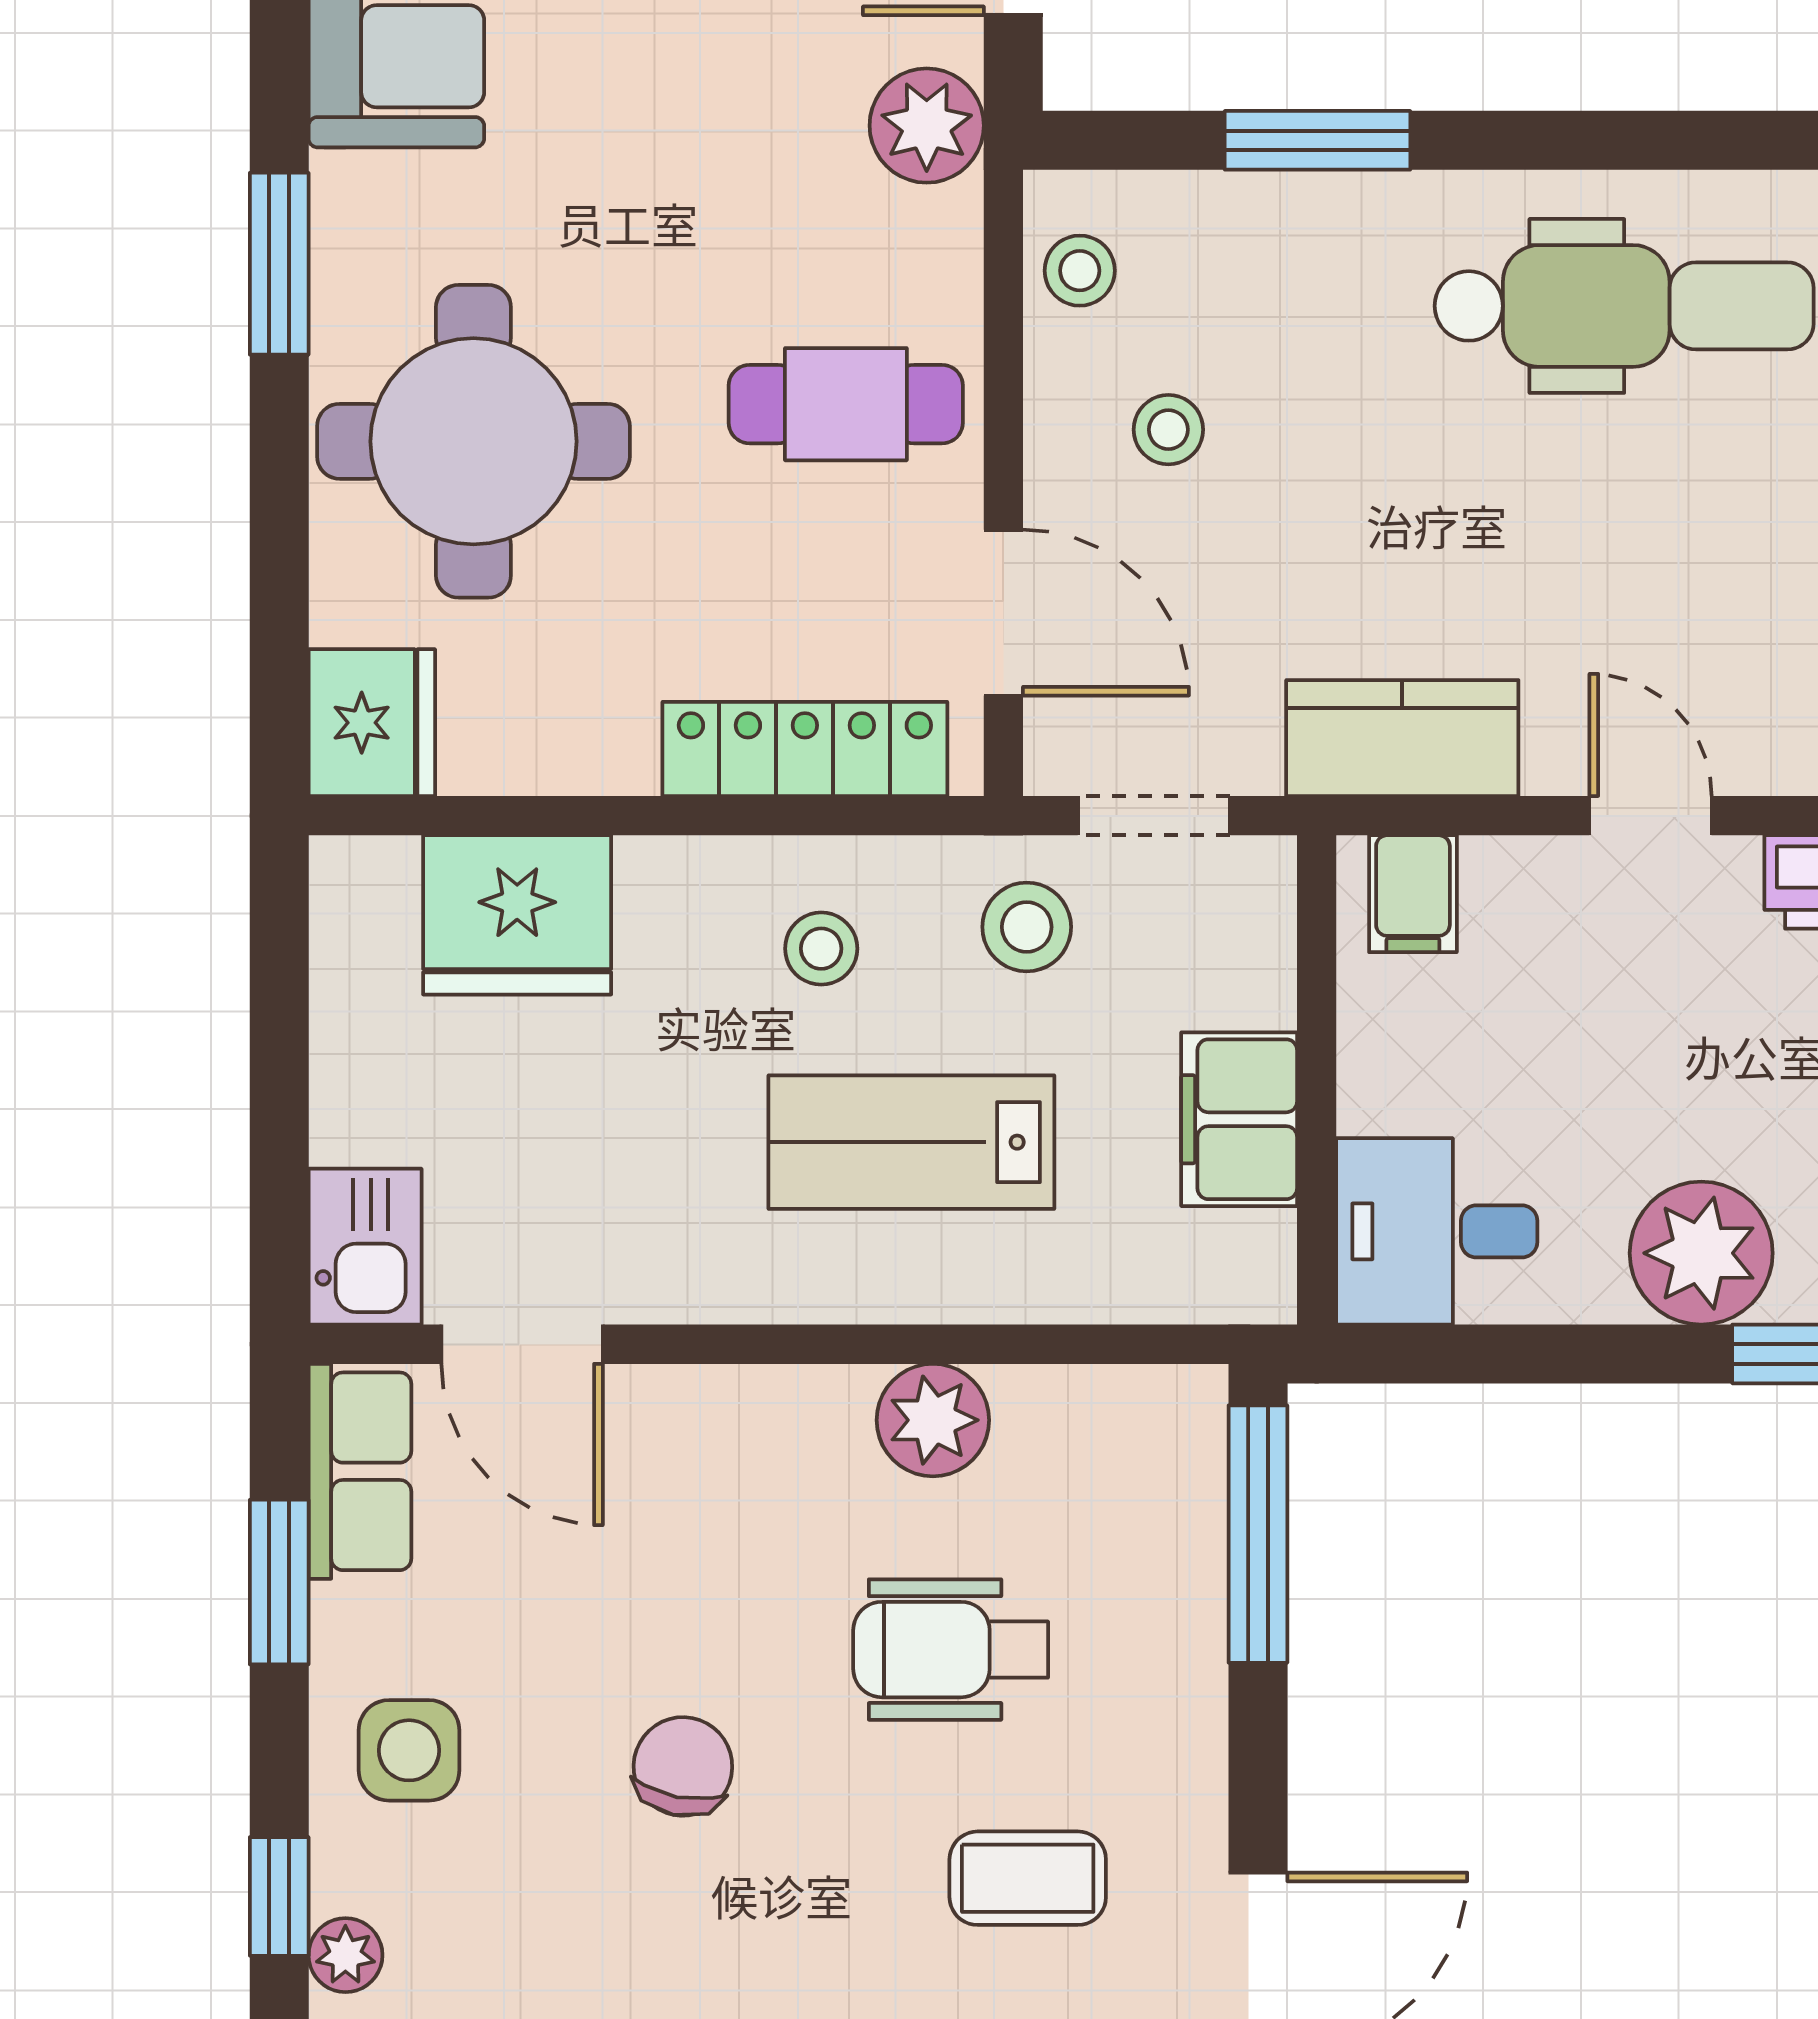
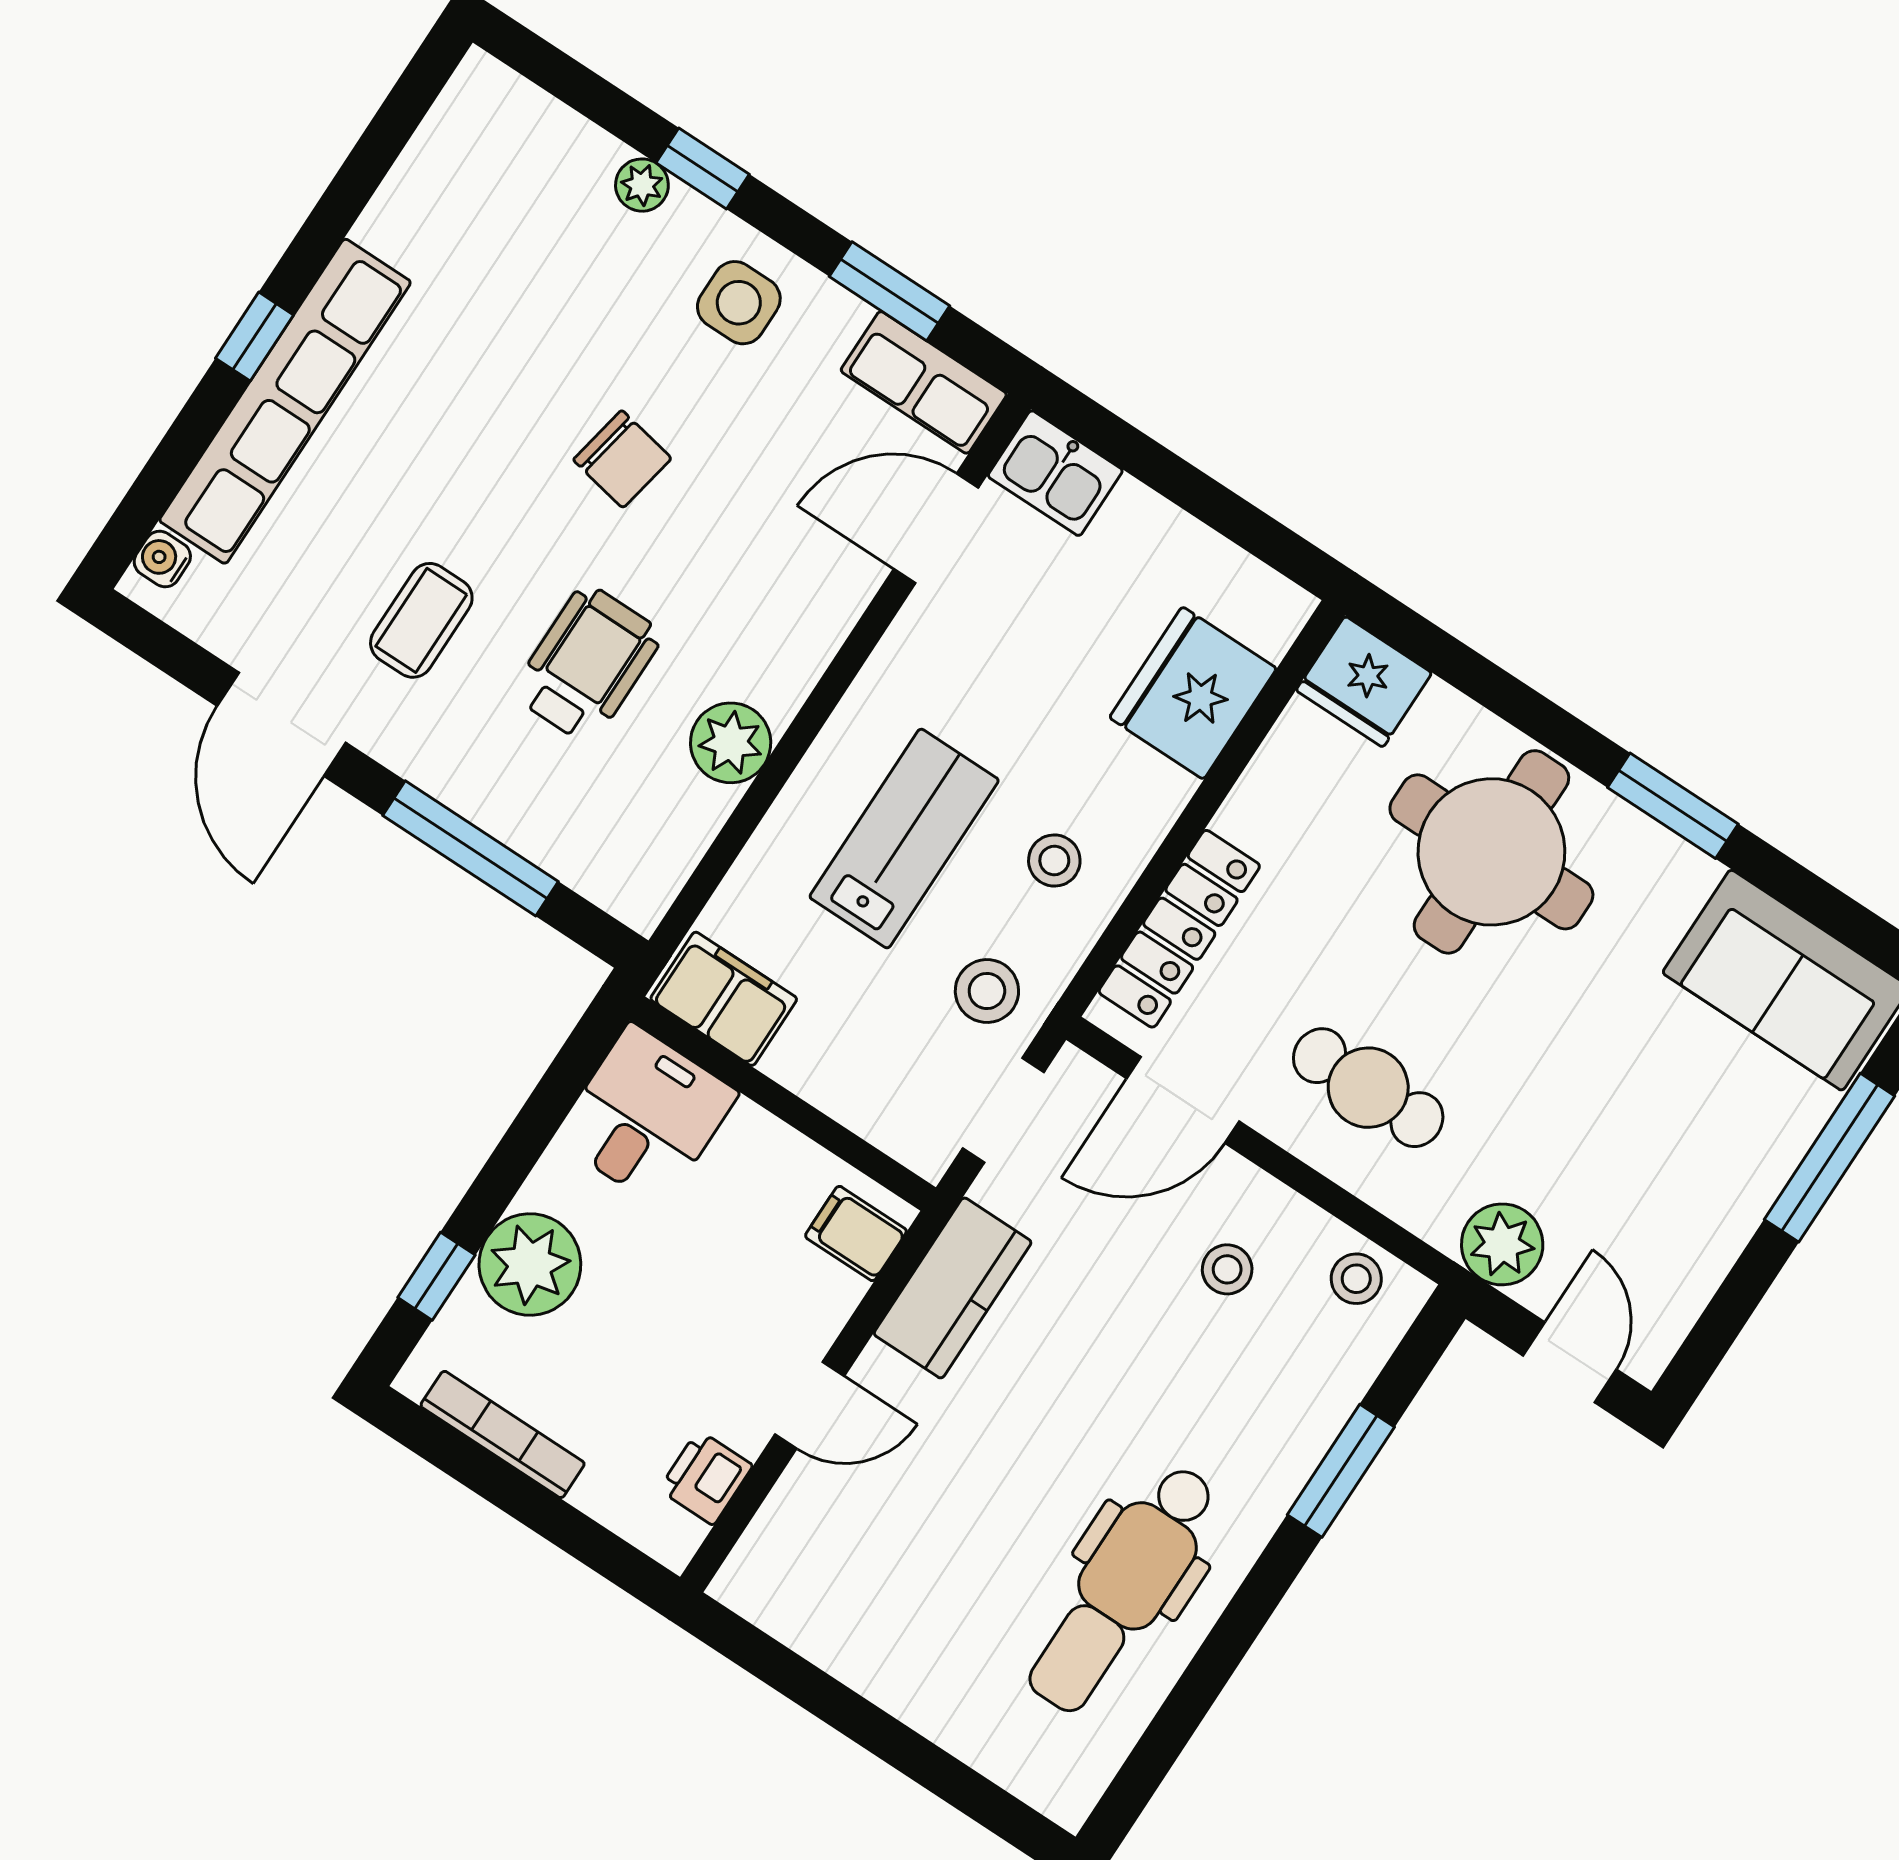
cafe table: (846, 404) -> (1368, 1088), turned 90
filing cabinet: (1239, 1119) -> (724, 999), moved
window: (1258, 1534) -> (470, 848), moved

